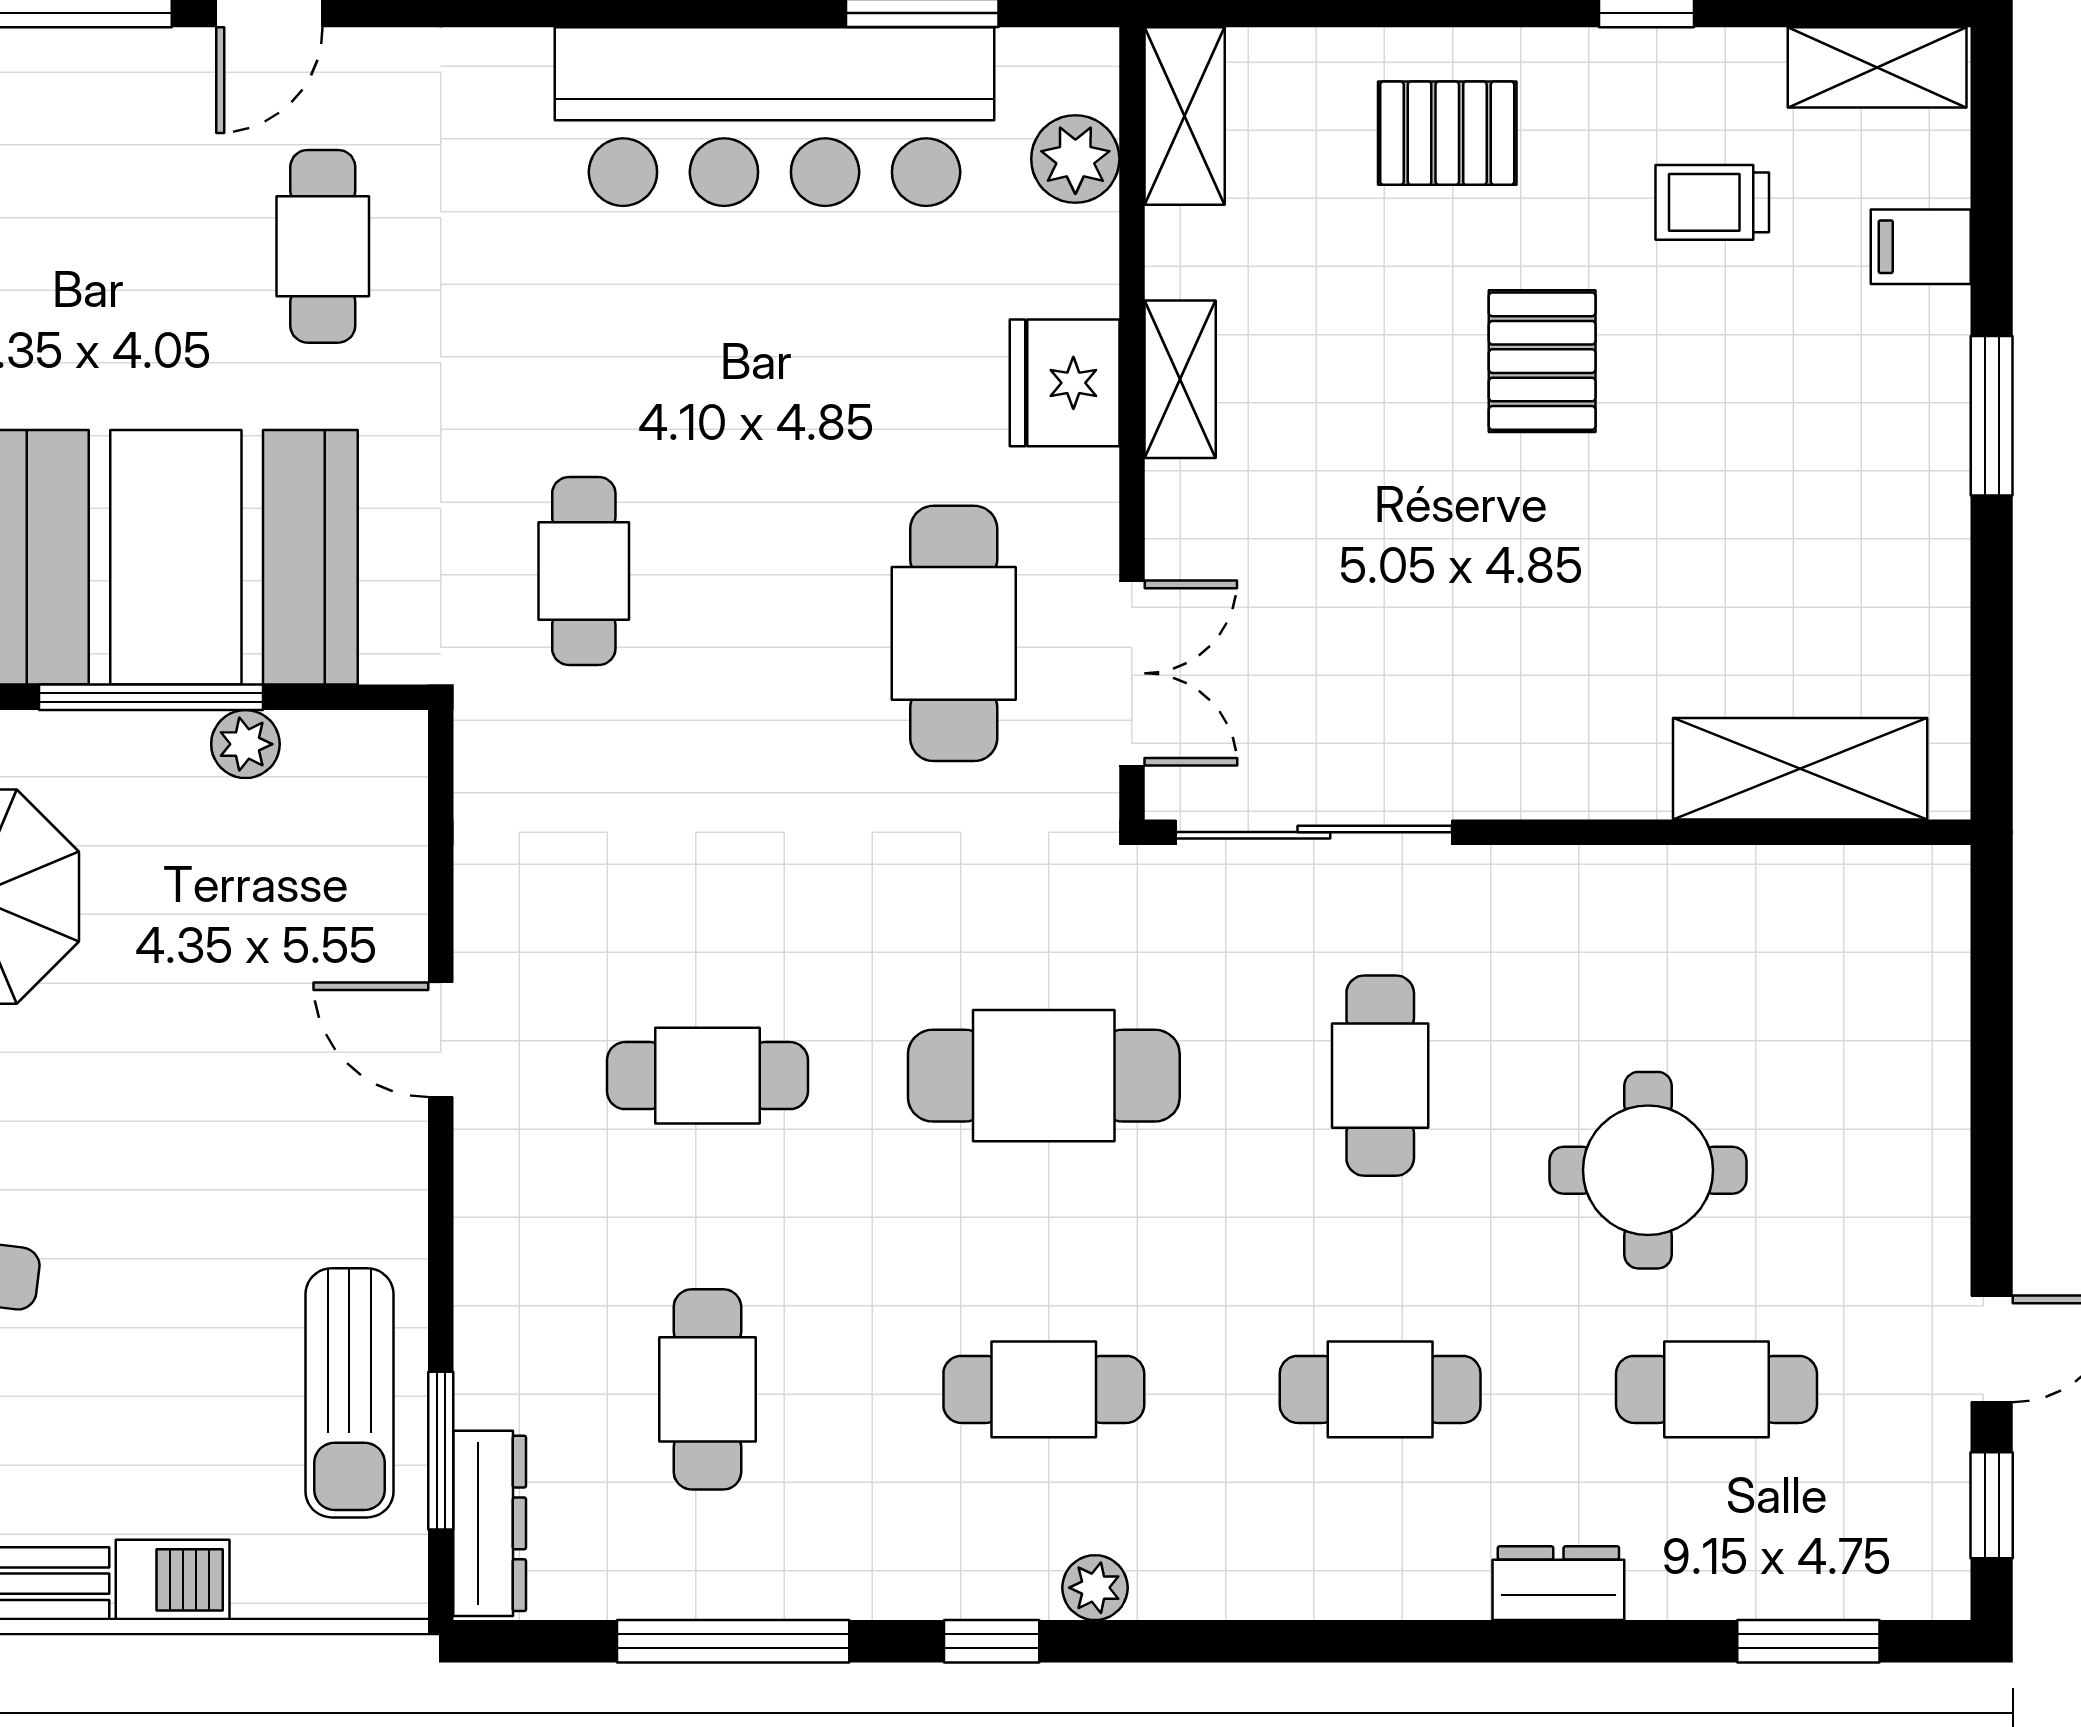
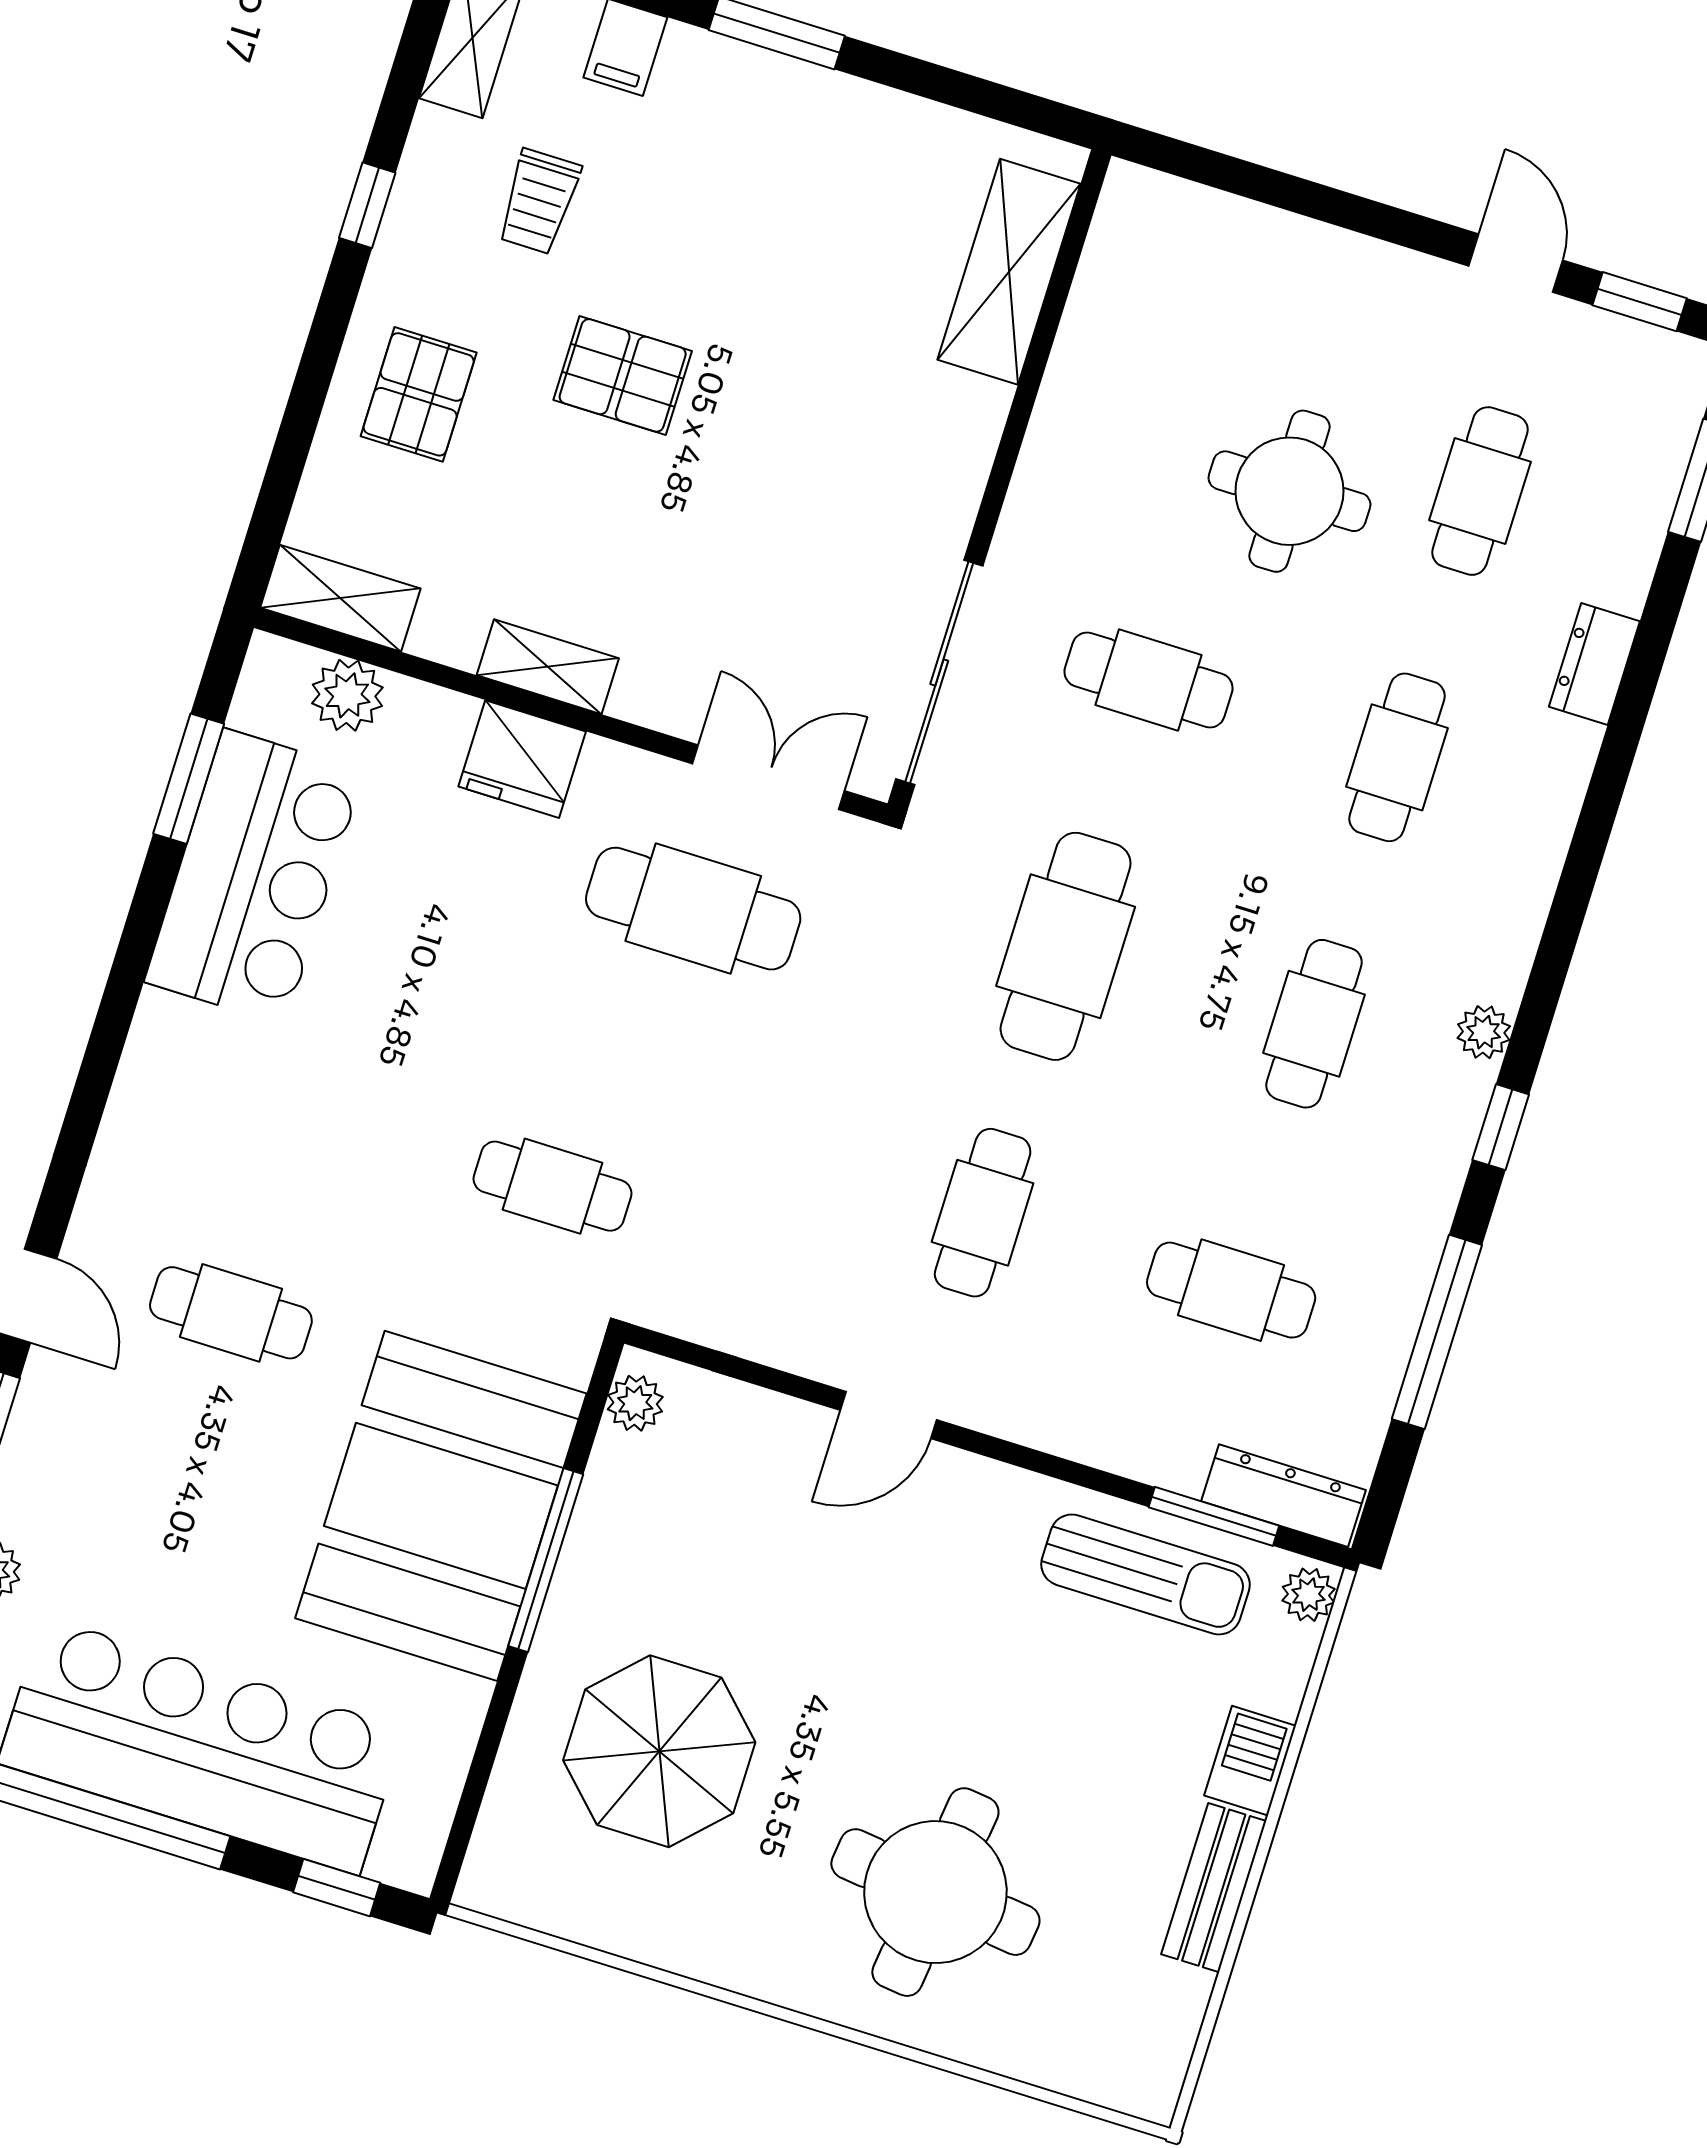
bar counter: (775, 117) -> (254, 877), width x0.73
plant: (245, 744) -> (635, 1403), moved
plant: (385, 1588) -> (1308, 1595), added

